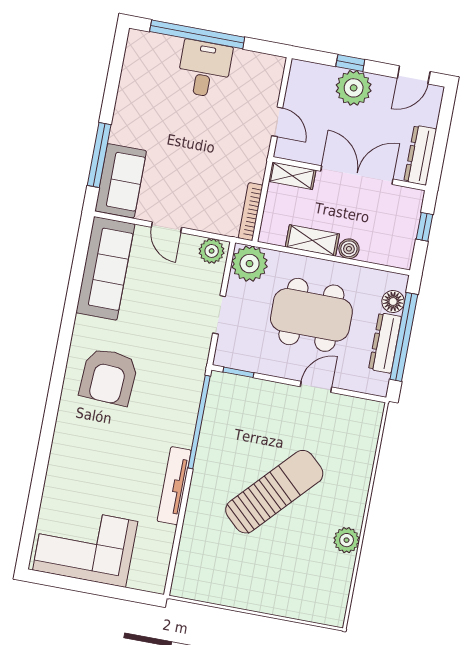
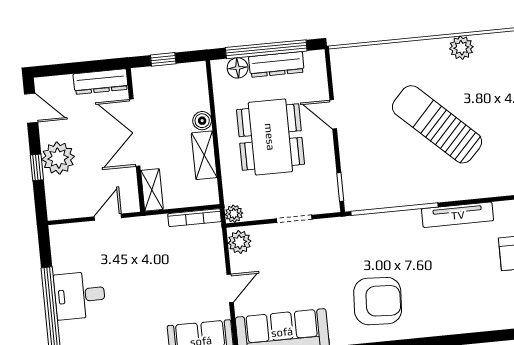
plant: (250, 264) -> (234, 214), width x0.53, depth x0.53

